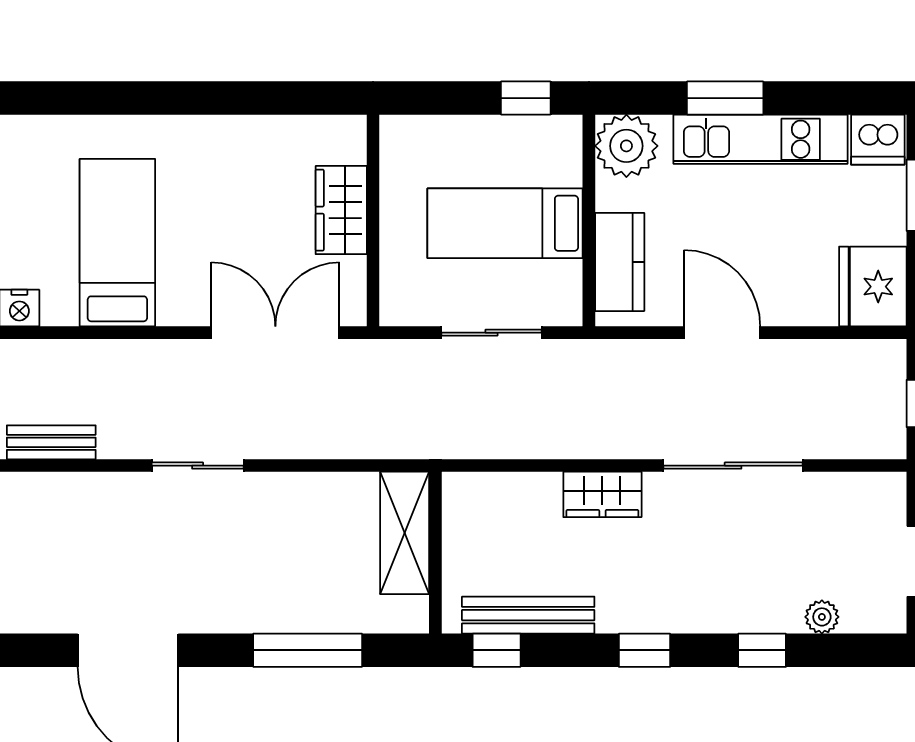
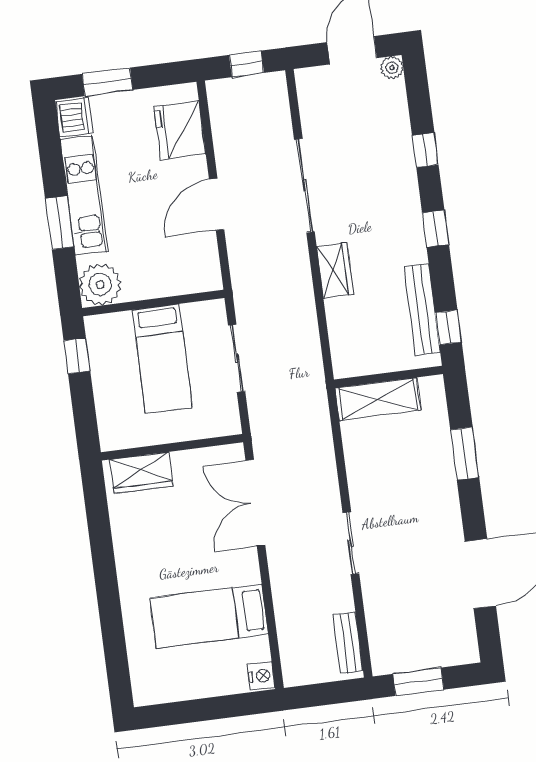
wardrobe: (341, 210) -> (142, 473), moved
kitchen counter: (620, 262) -> (178, 279), removed
fridge: (873, 287) -> (180, 130), moved, turned 90
plant: (822, 617) -> (392, 68), moved
window: (308, 650) -> (465, 454), width x0.69

